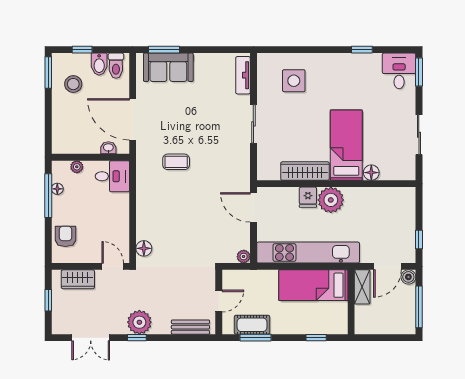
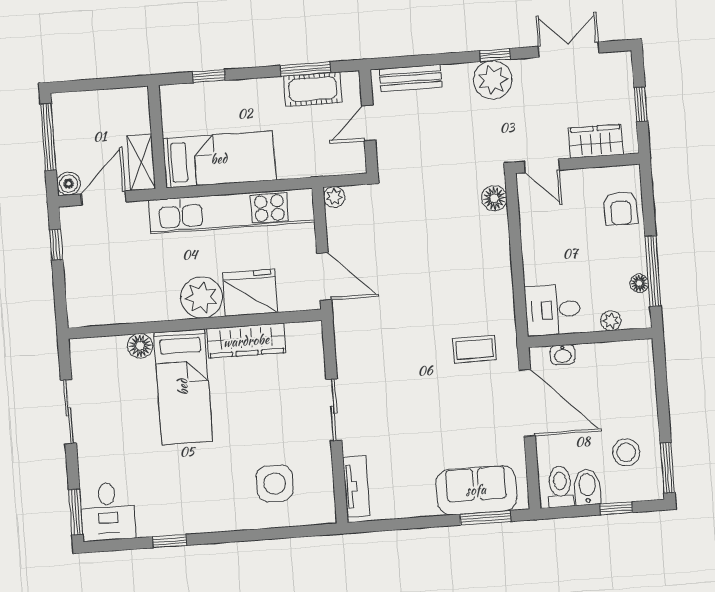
coffee table: (176, 162) -> (475, 349), moved
fridge: (308, 197) -> (250, 293), width x1.88, depth x1.34

